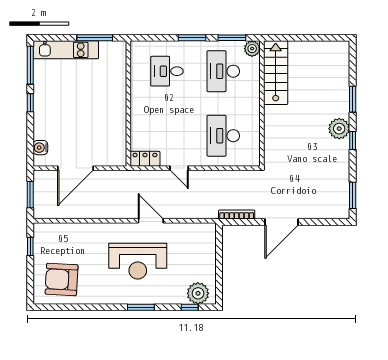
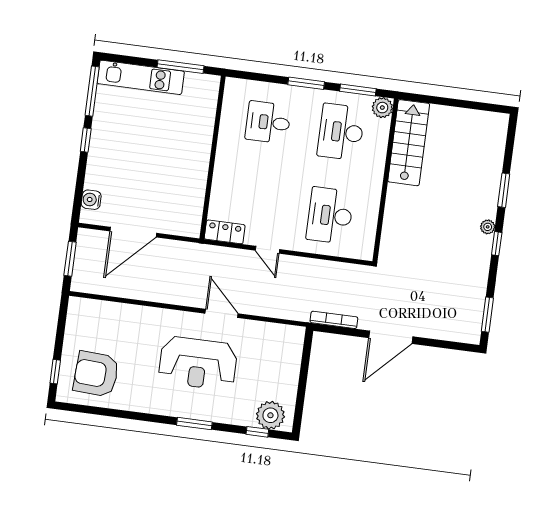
plant: (339, 129) -> (488, 227), width x0.53, depth x0.53
window: (30, 246) -> (55, 372), moved

